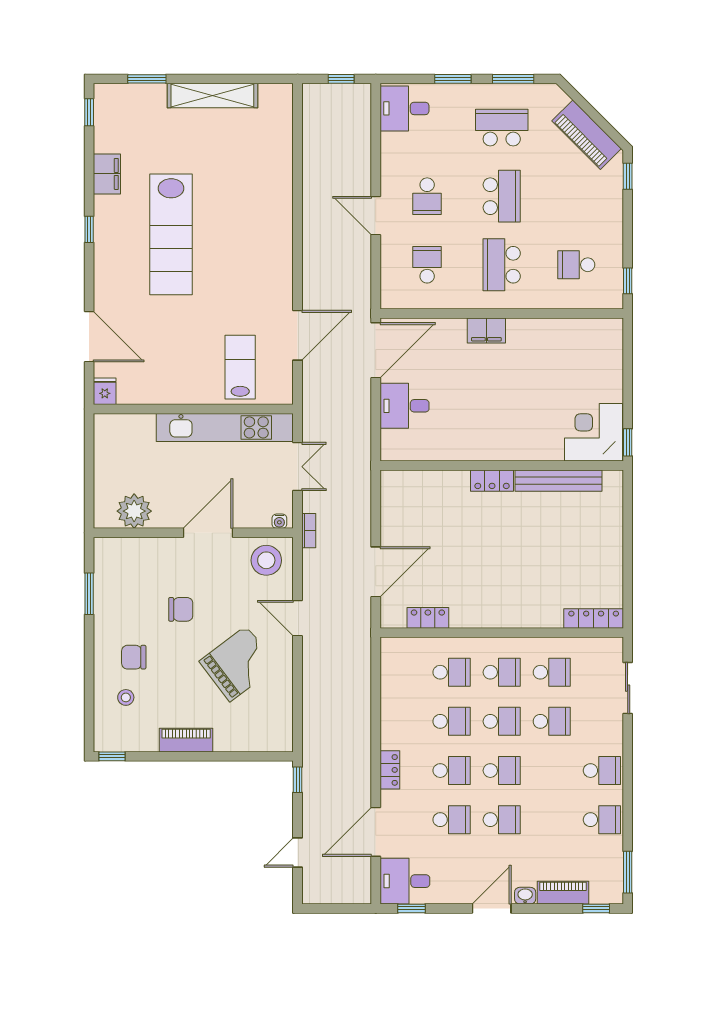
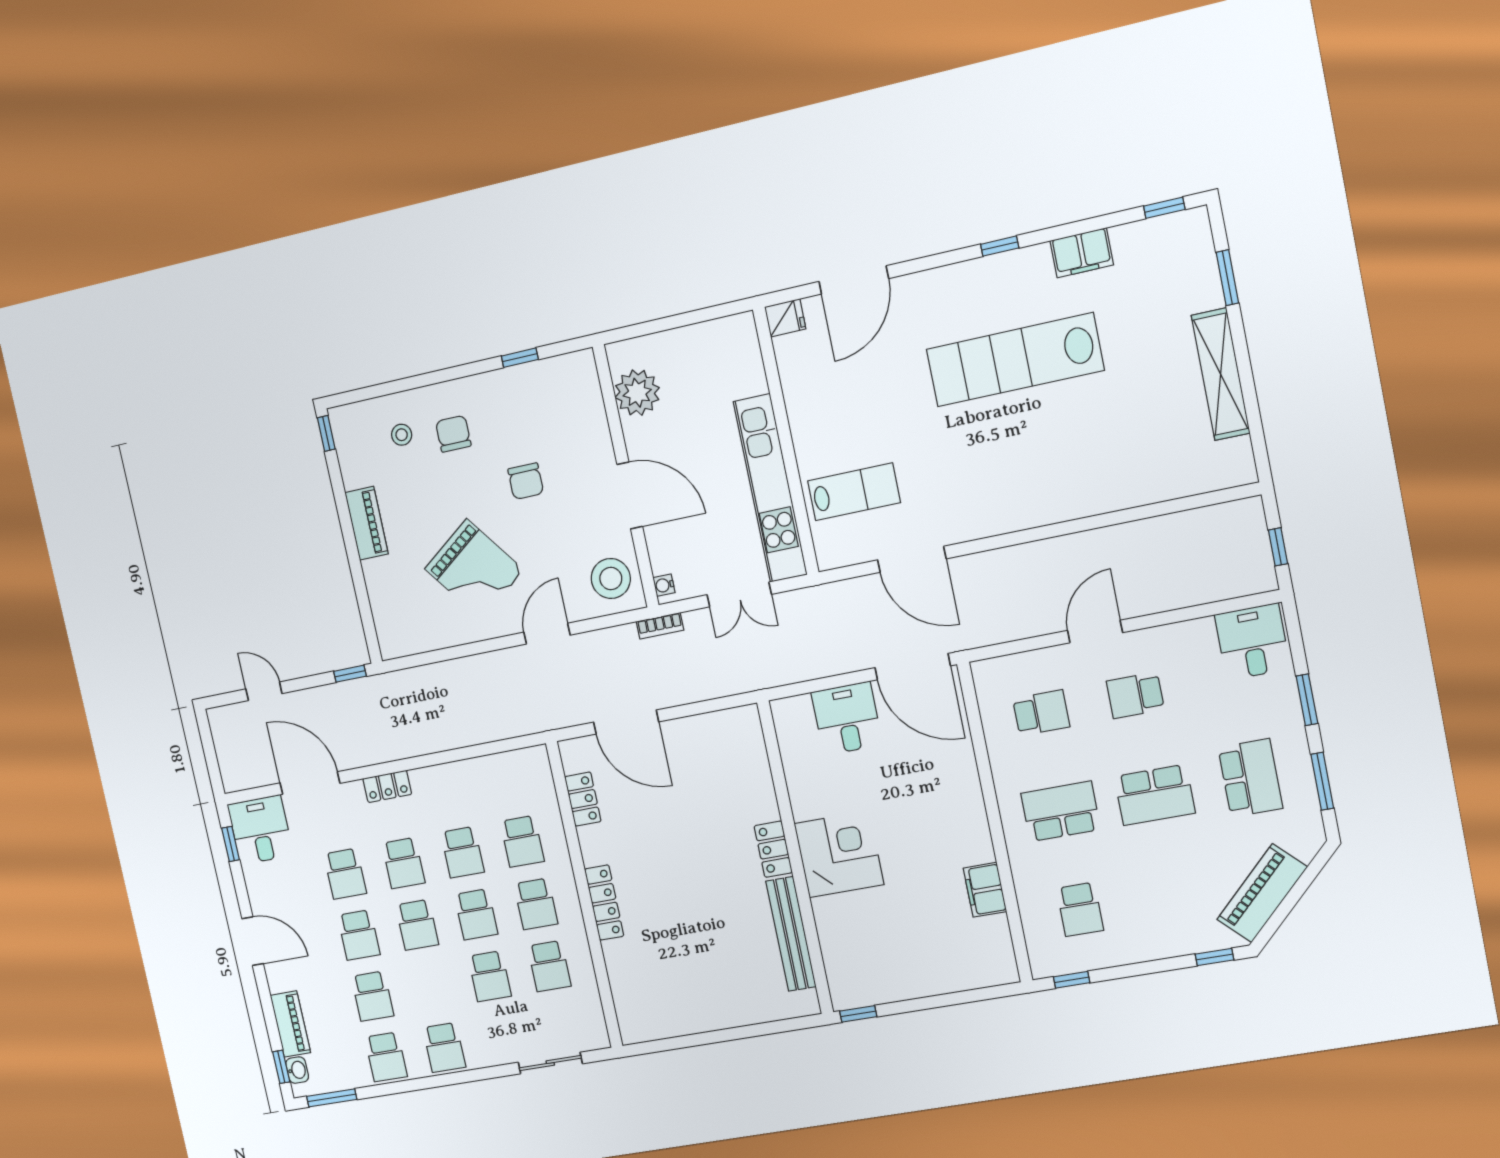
school desk: (576, 265) -> (1080, 909), turned 180
filing cabinet: (486, 330) -> (985, 890), moved
corner desk: (594, 432) -> (839, 854), moved
window: (89, 594) -> (520, 358), width x0.67
locker: (594, 618) -> (604, 903), moved
school desk: (552, 820) -> (372, 996), added
washbasin: (525, 896) -> (297, 1070), moved

